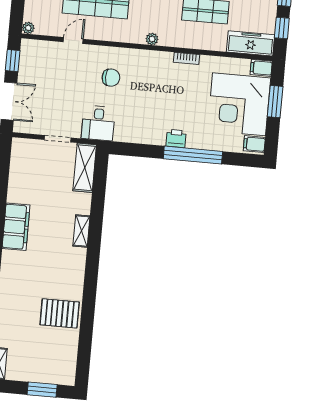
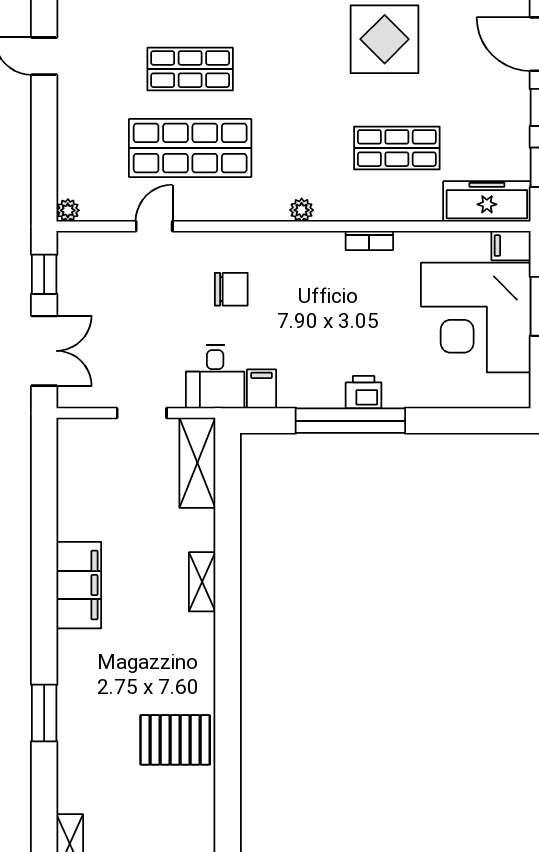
filing cabinet: (254, 144) -> (262, 389), moved, turned 90
window: (193, 155) -> (350, 421), moved

